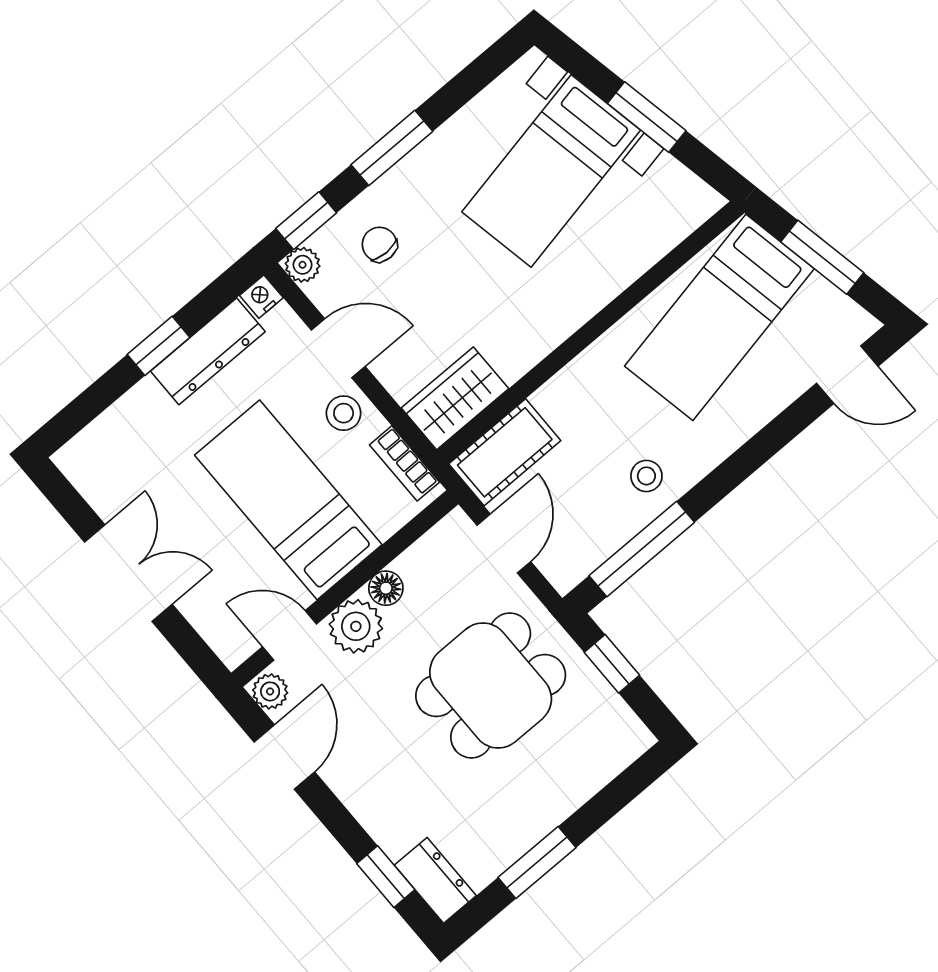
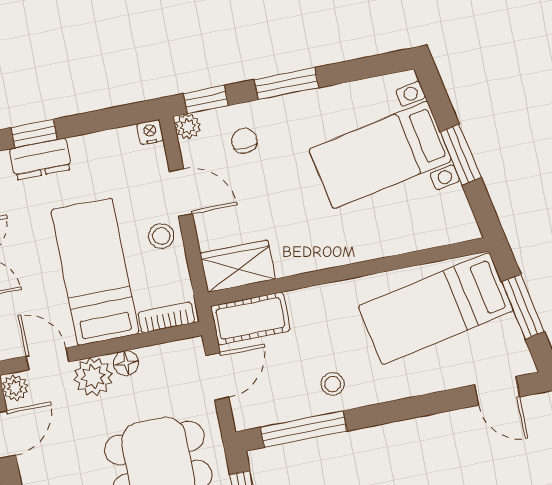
window: (158, 346) -> (34, 134), moved
dresser: (208, 351) -> (41, 159), moved, width x0.70
bookcase: (404, 463) -> (166, 317), moved, turned 90

